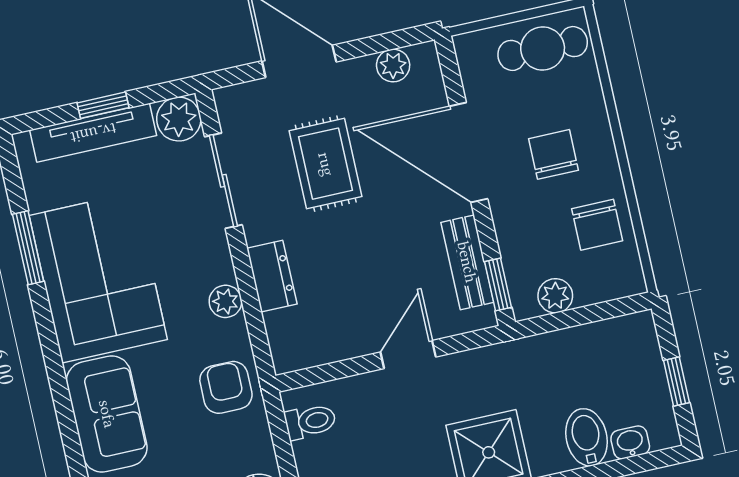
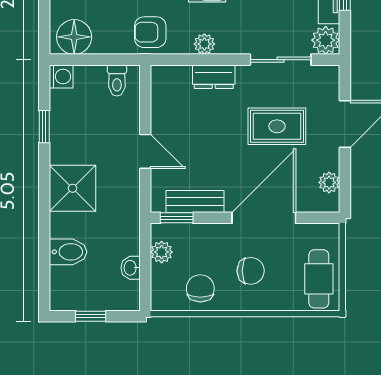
chair: (597, 225) -> (200, 288), turned 90
armchair: (226, 387) -> (150, 32), turned 180
washbasin: (630, 442) -> (131, 268), moved, turned 180

